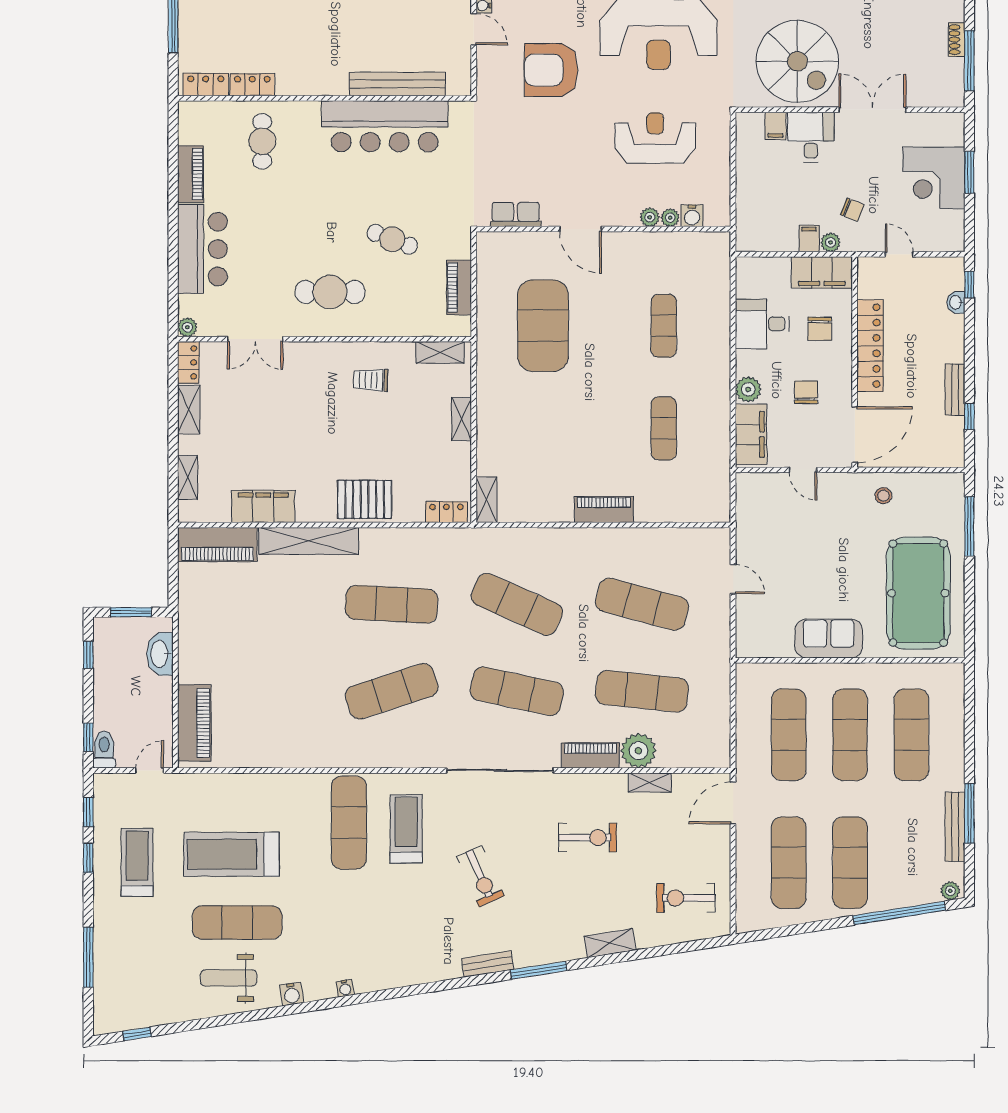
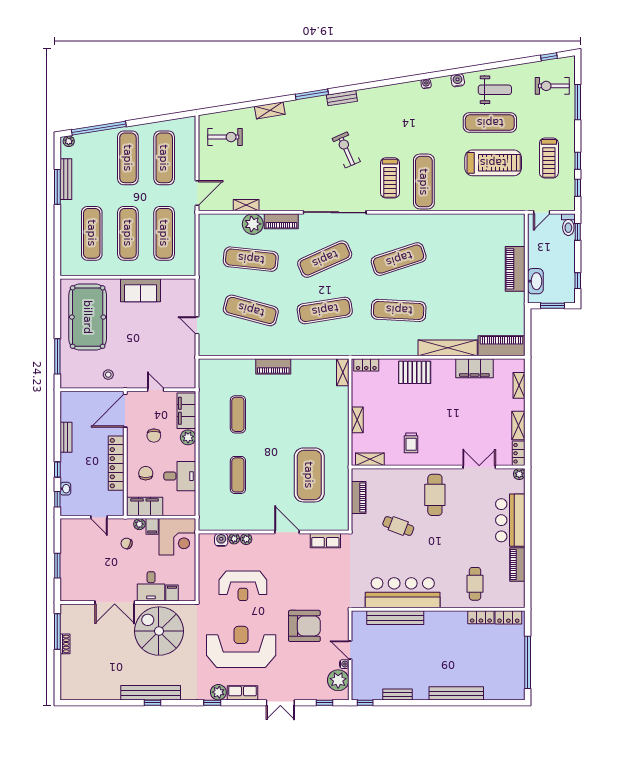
corner desk: (934, 178) -> (177, 537), moved, turned 90
cafe table: (330, 292) -> (435, 495), turned 90
trolley: (371, 380) -> (411, 443), turned 88
window: (969, 416) -> (57, 470), moved
exercise mat: (517, 604) -> (325, 310), turned -33
exercise mat: (517, 691) -> (325, 259), turned -36
piano: (194, 723) -> (515, 269), moved
exercise bike: (588, 838) -> (552, 86), moved

